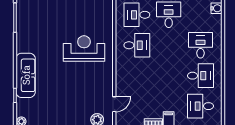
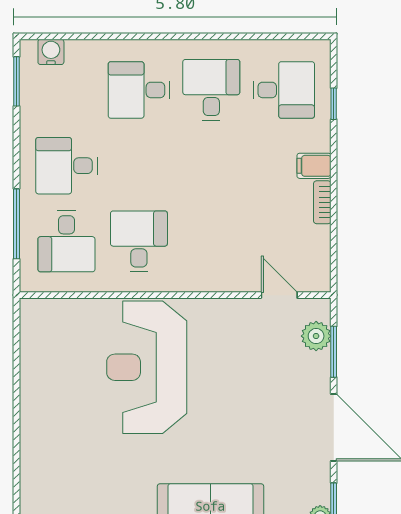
reception desk: (84, 49) -> (147, 367), width x1.36, depth x1.30
desk: (200, 106) -> (284, 90), turned -90

